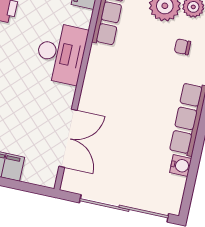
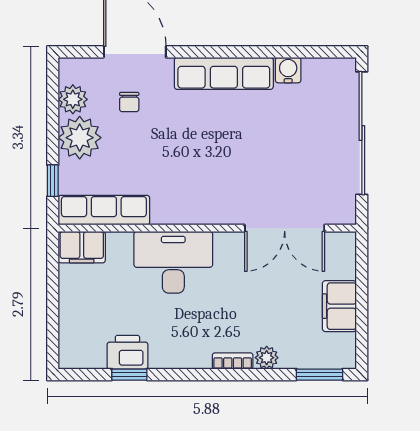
double door: (68, 138) -> (285, 228), swing flipped

